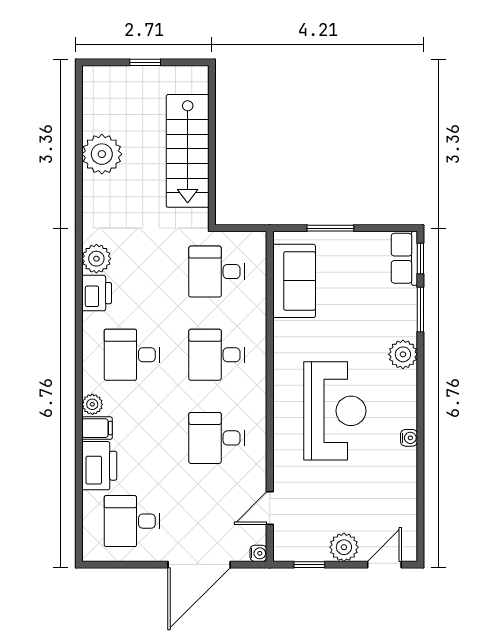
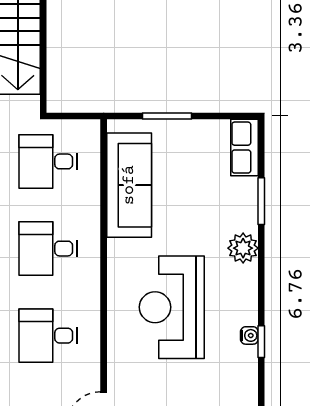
window: (420, 258) -> (261, 342), moved
sofa: (294, 281) -> (129, 185), width x1.36
reception desk: (335, 411) -> (172, 307), turned 180

